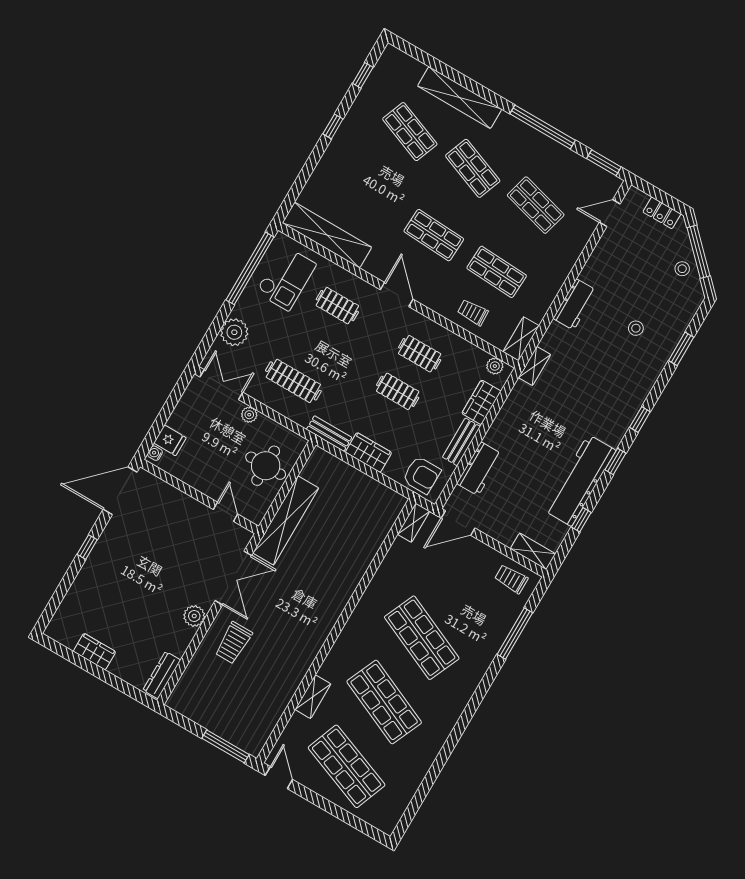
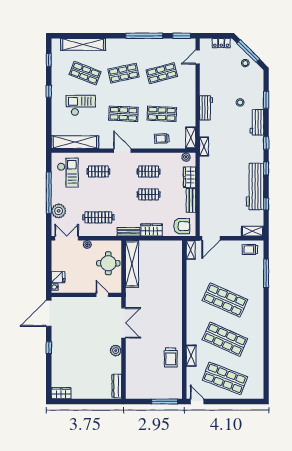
shelving: (460, 98) -> (83, 44), moved
shop shelf: (473, 168) -> (123, 73), turned -33
checkout: (372, 180) -> (81, 105), added
shop shelf: (536, 205) -> (162, 73), turned -30
window: (250, 268) -> (49, 193), moved
workbench: (479, 469) -> (257, 122), moved, turned 180
shelving: (286, 520) -> (132, 264), moved
trolley: (233, 643) -> (171, 357), moved
wardrobe: (94, 652) -> (61, 393), moved

